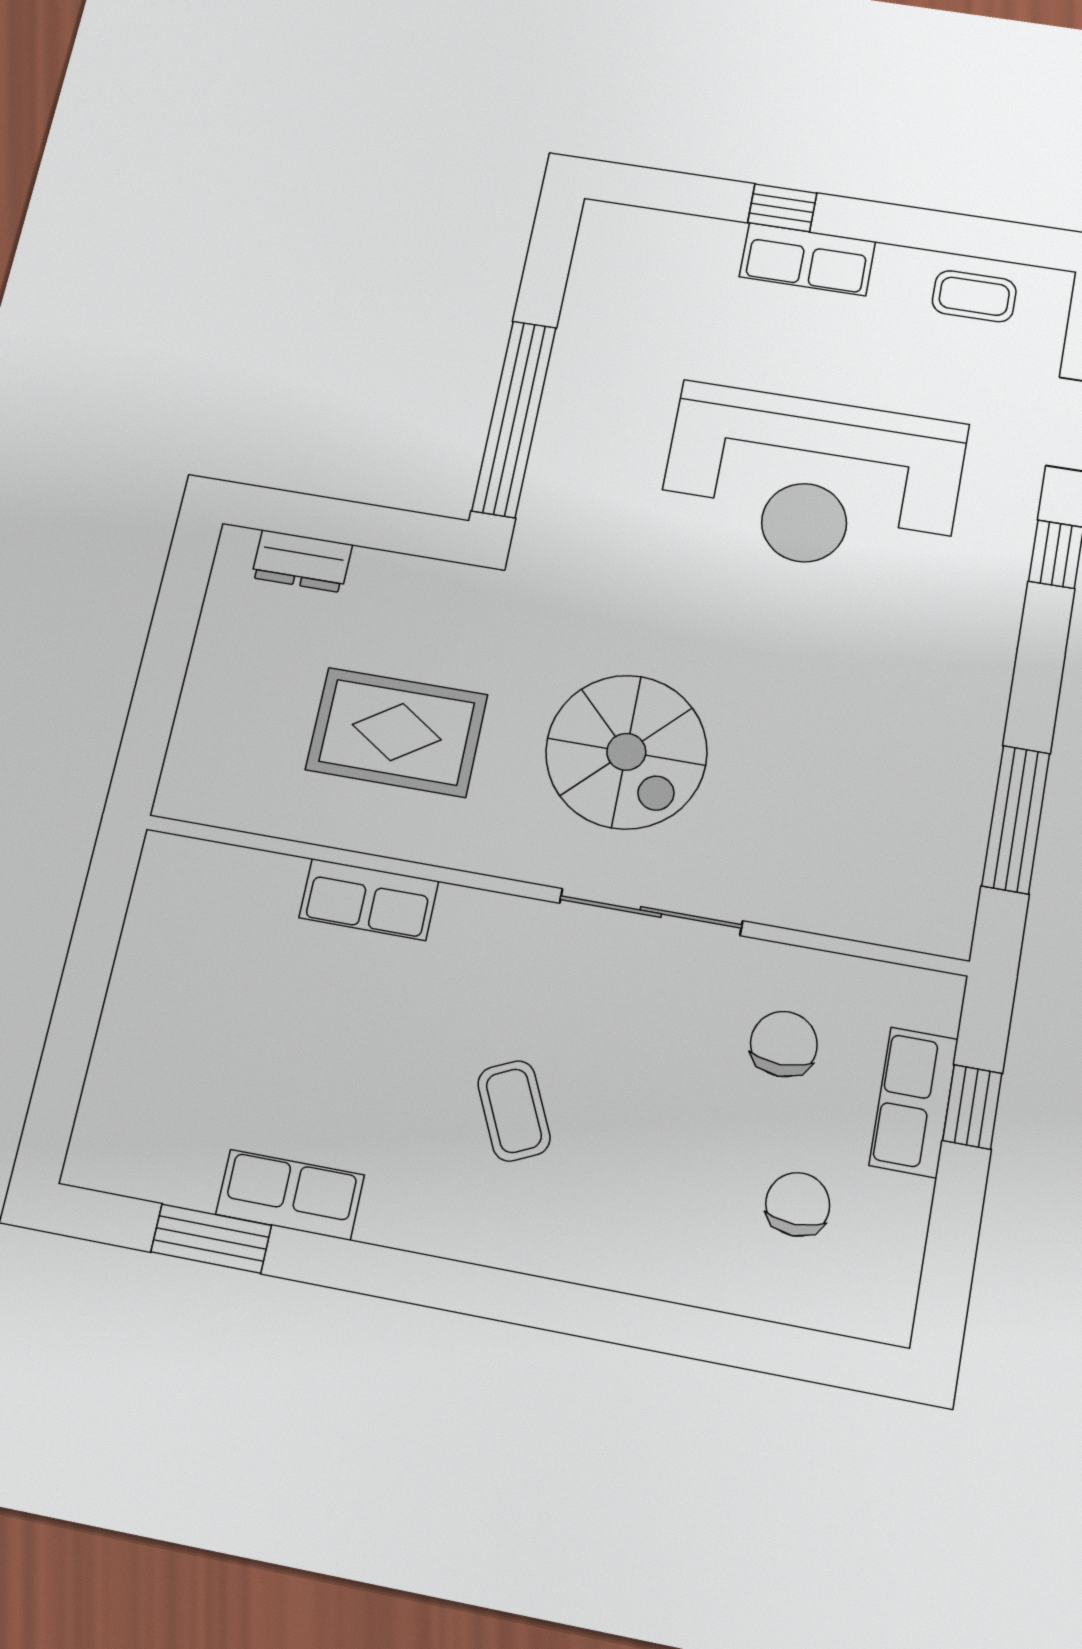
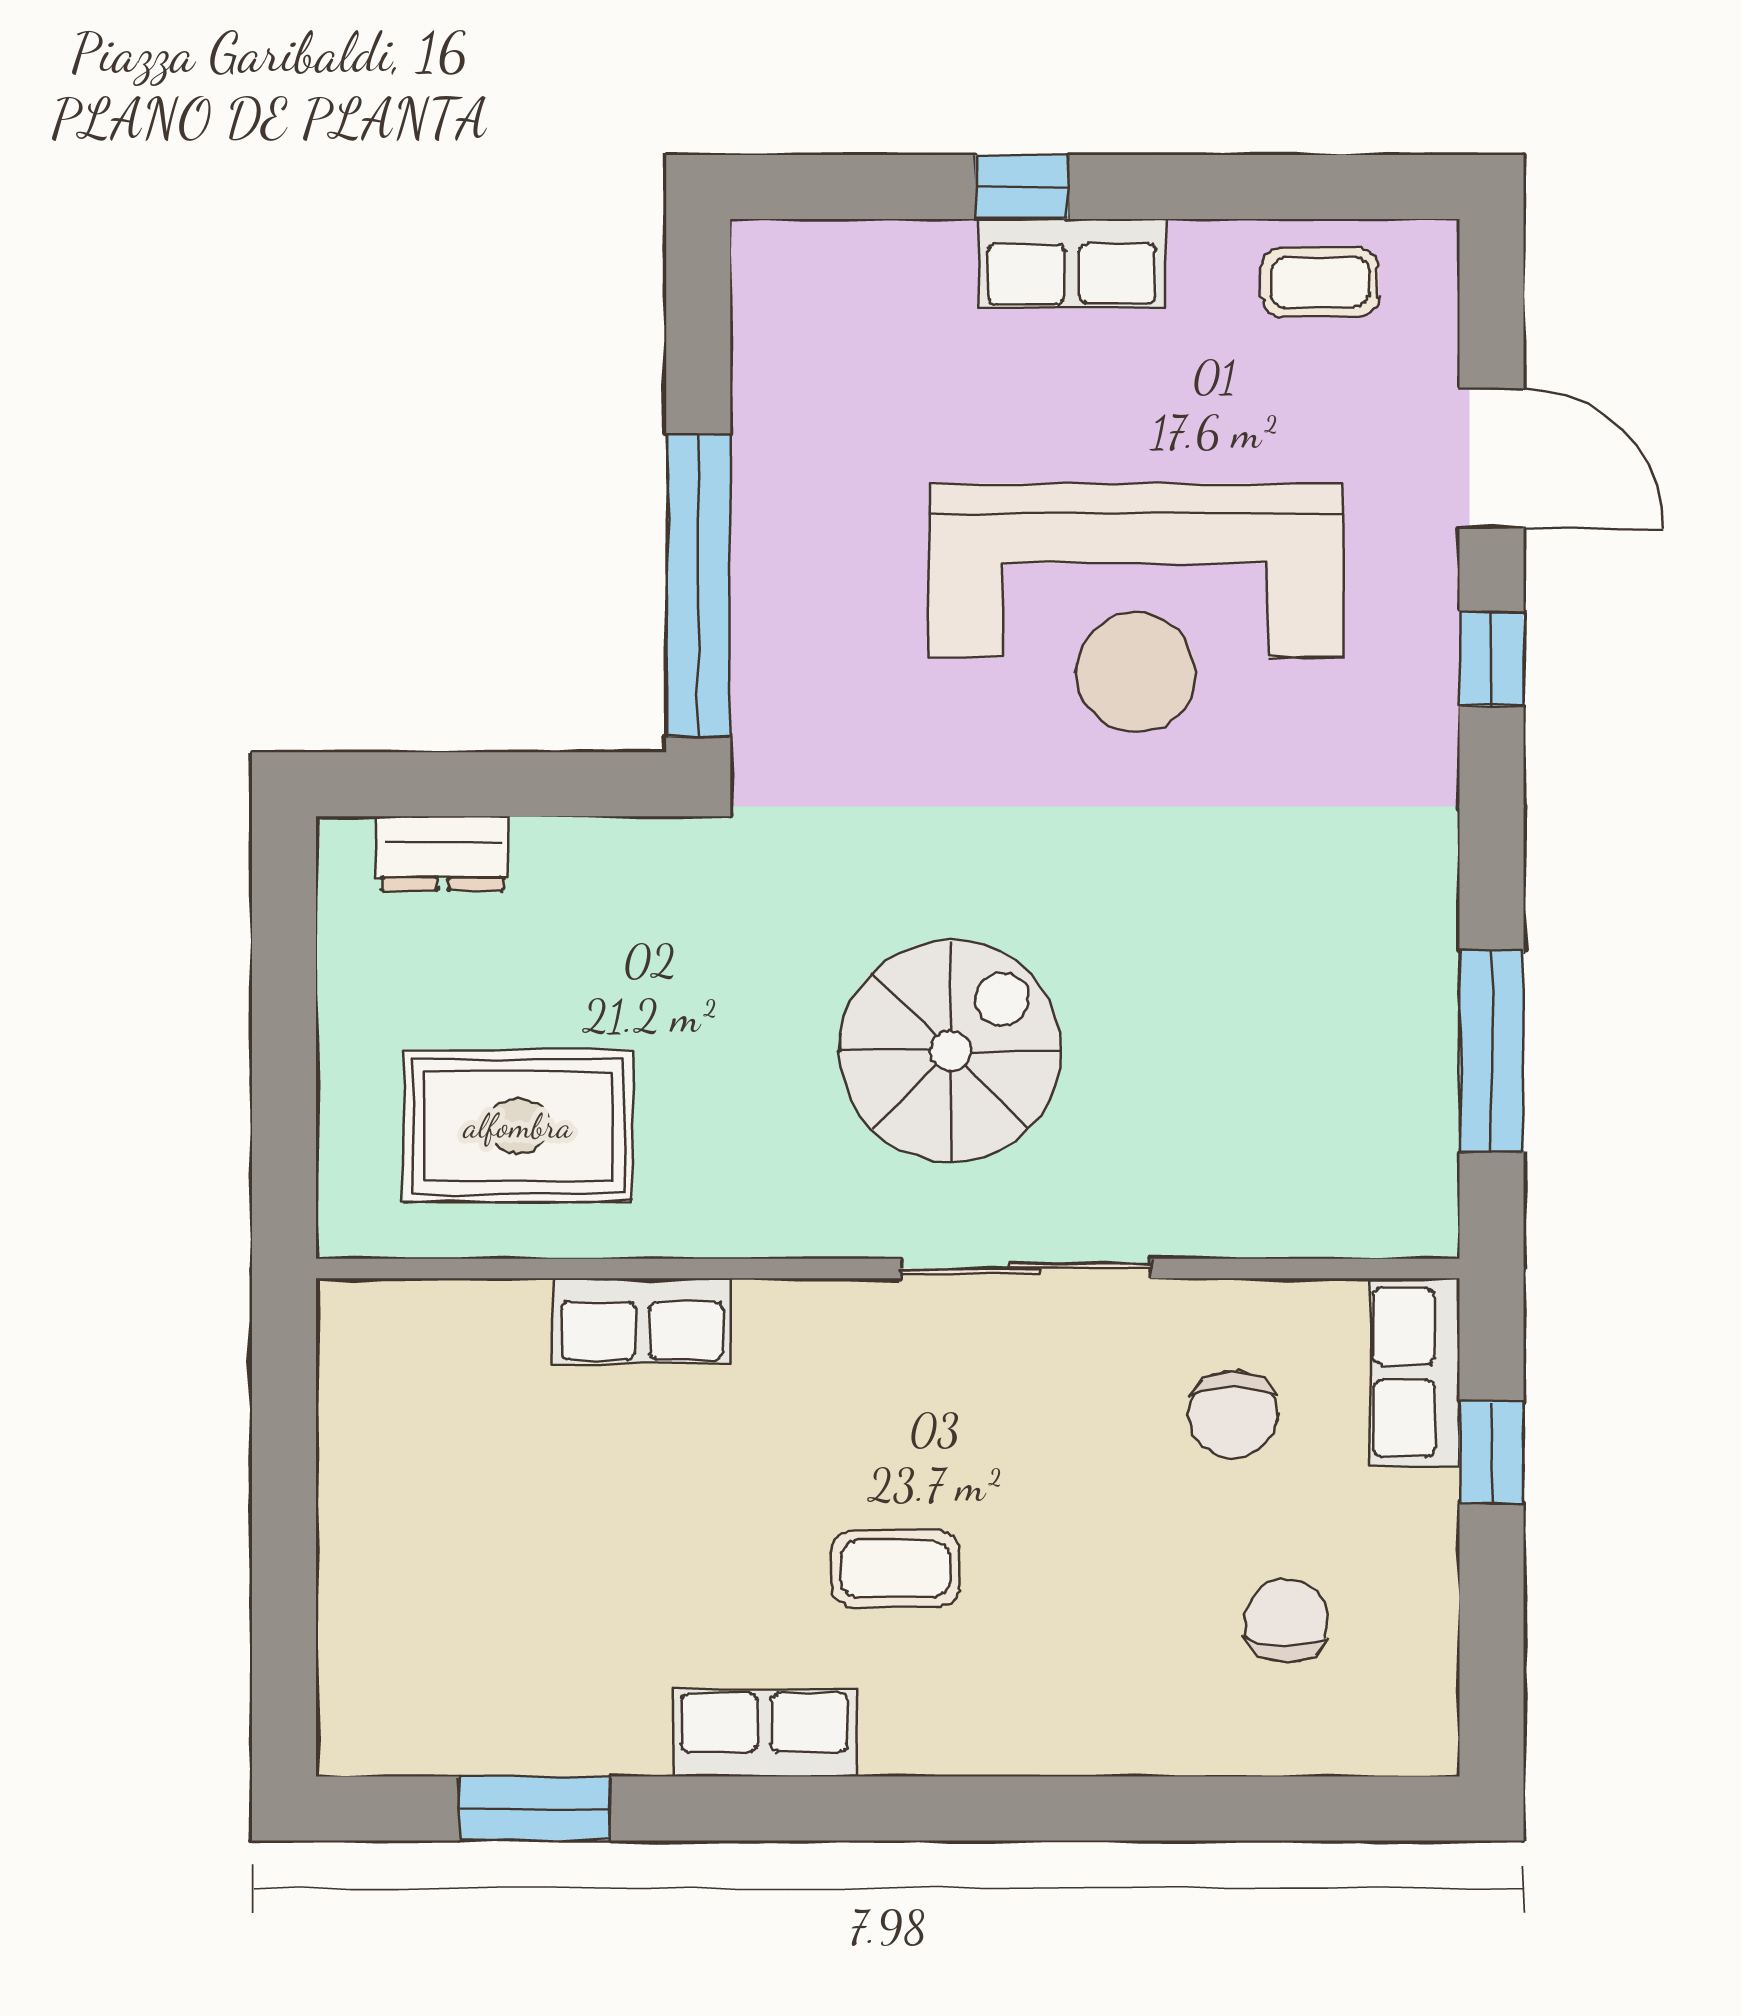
rug: (397, 732) -> (518, 1126), moved
spiral stairs: (626, 752) -> (951, 1051), turned -90
chair: (784, 1044) -> (1233, 1414), turned 180
row of seats: (914, 1102) -> (1415, 1372), moved
coffee table: (514, 1111) -> (896, 1569), turned -65
row of seats: (290, 1195) -> (765, 1733), moved

